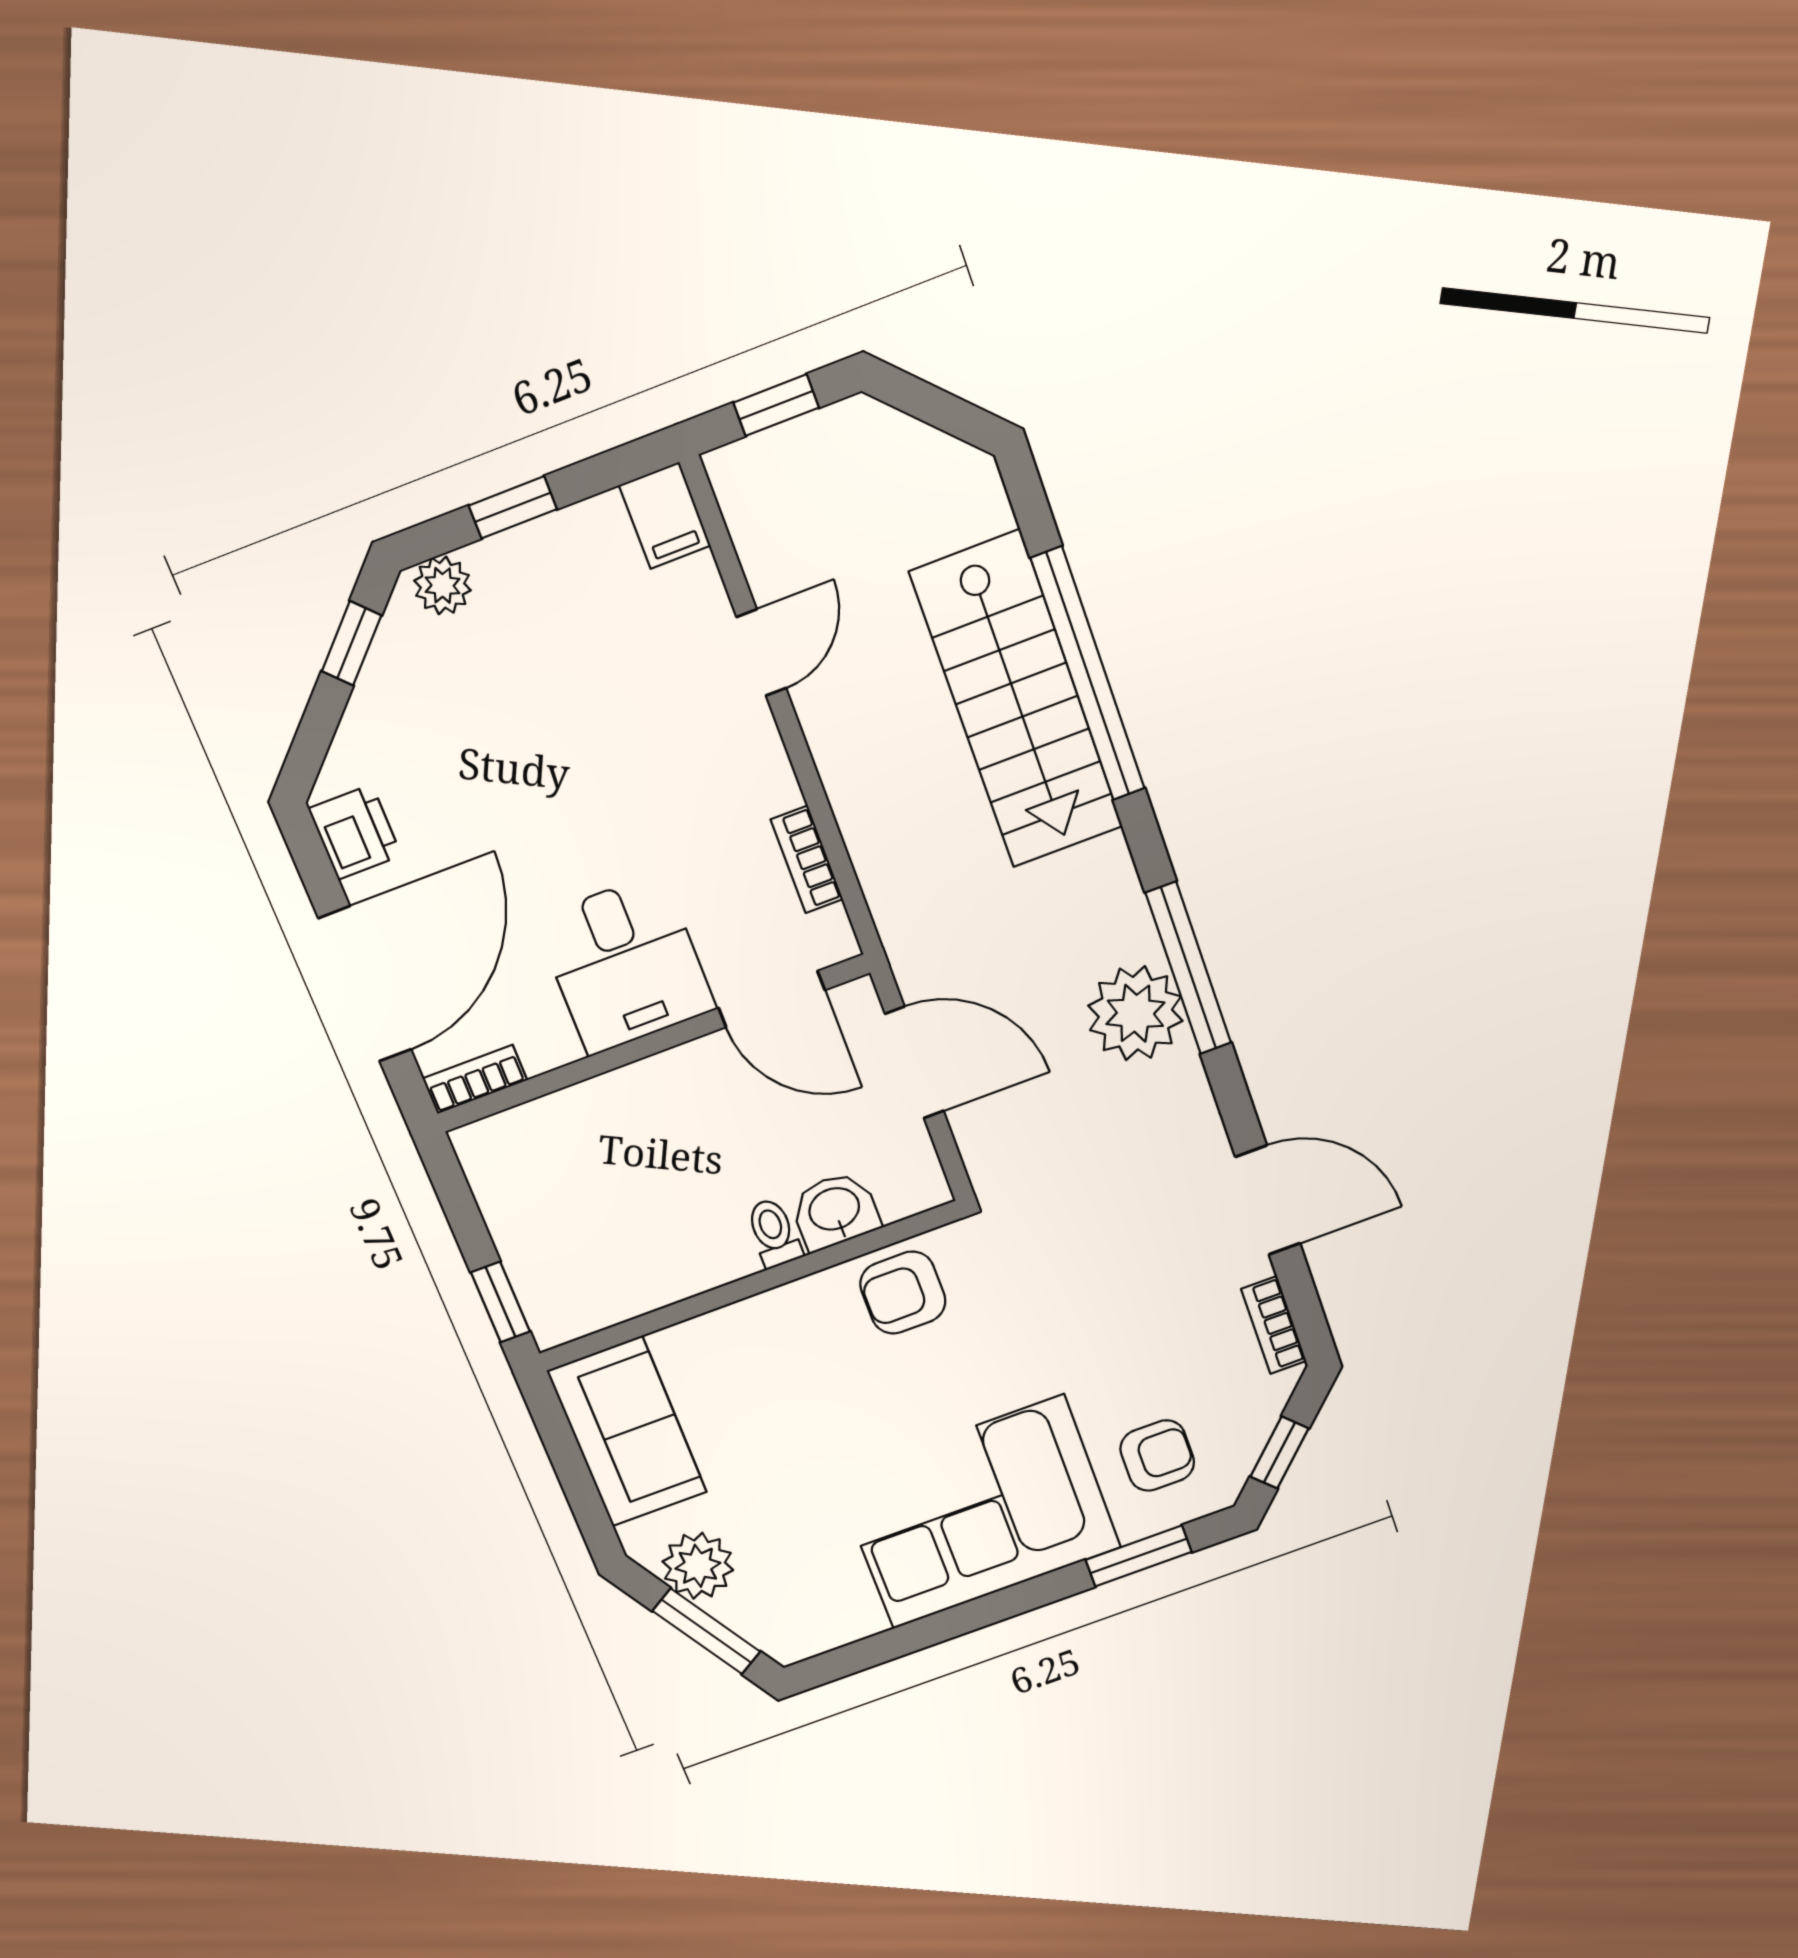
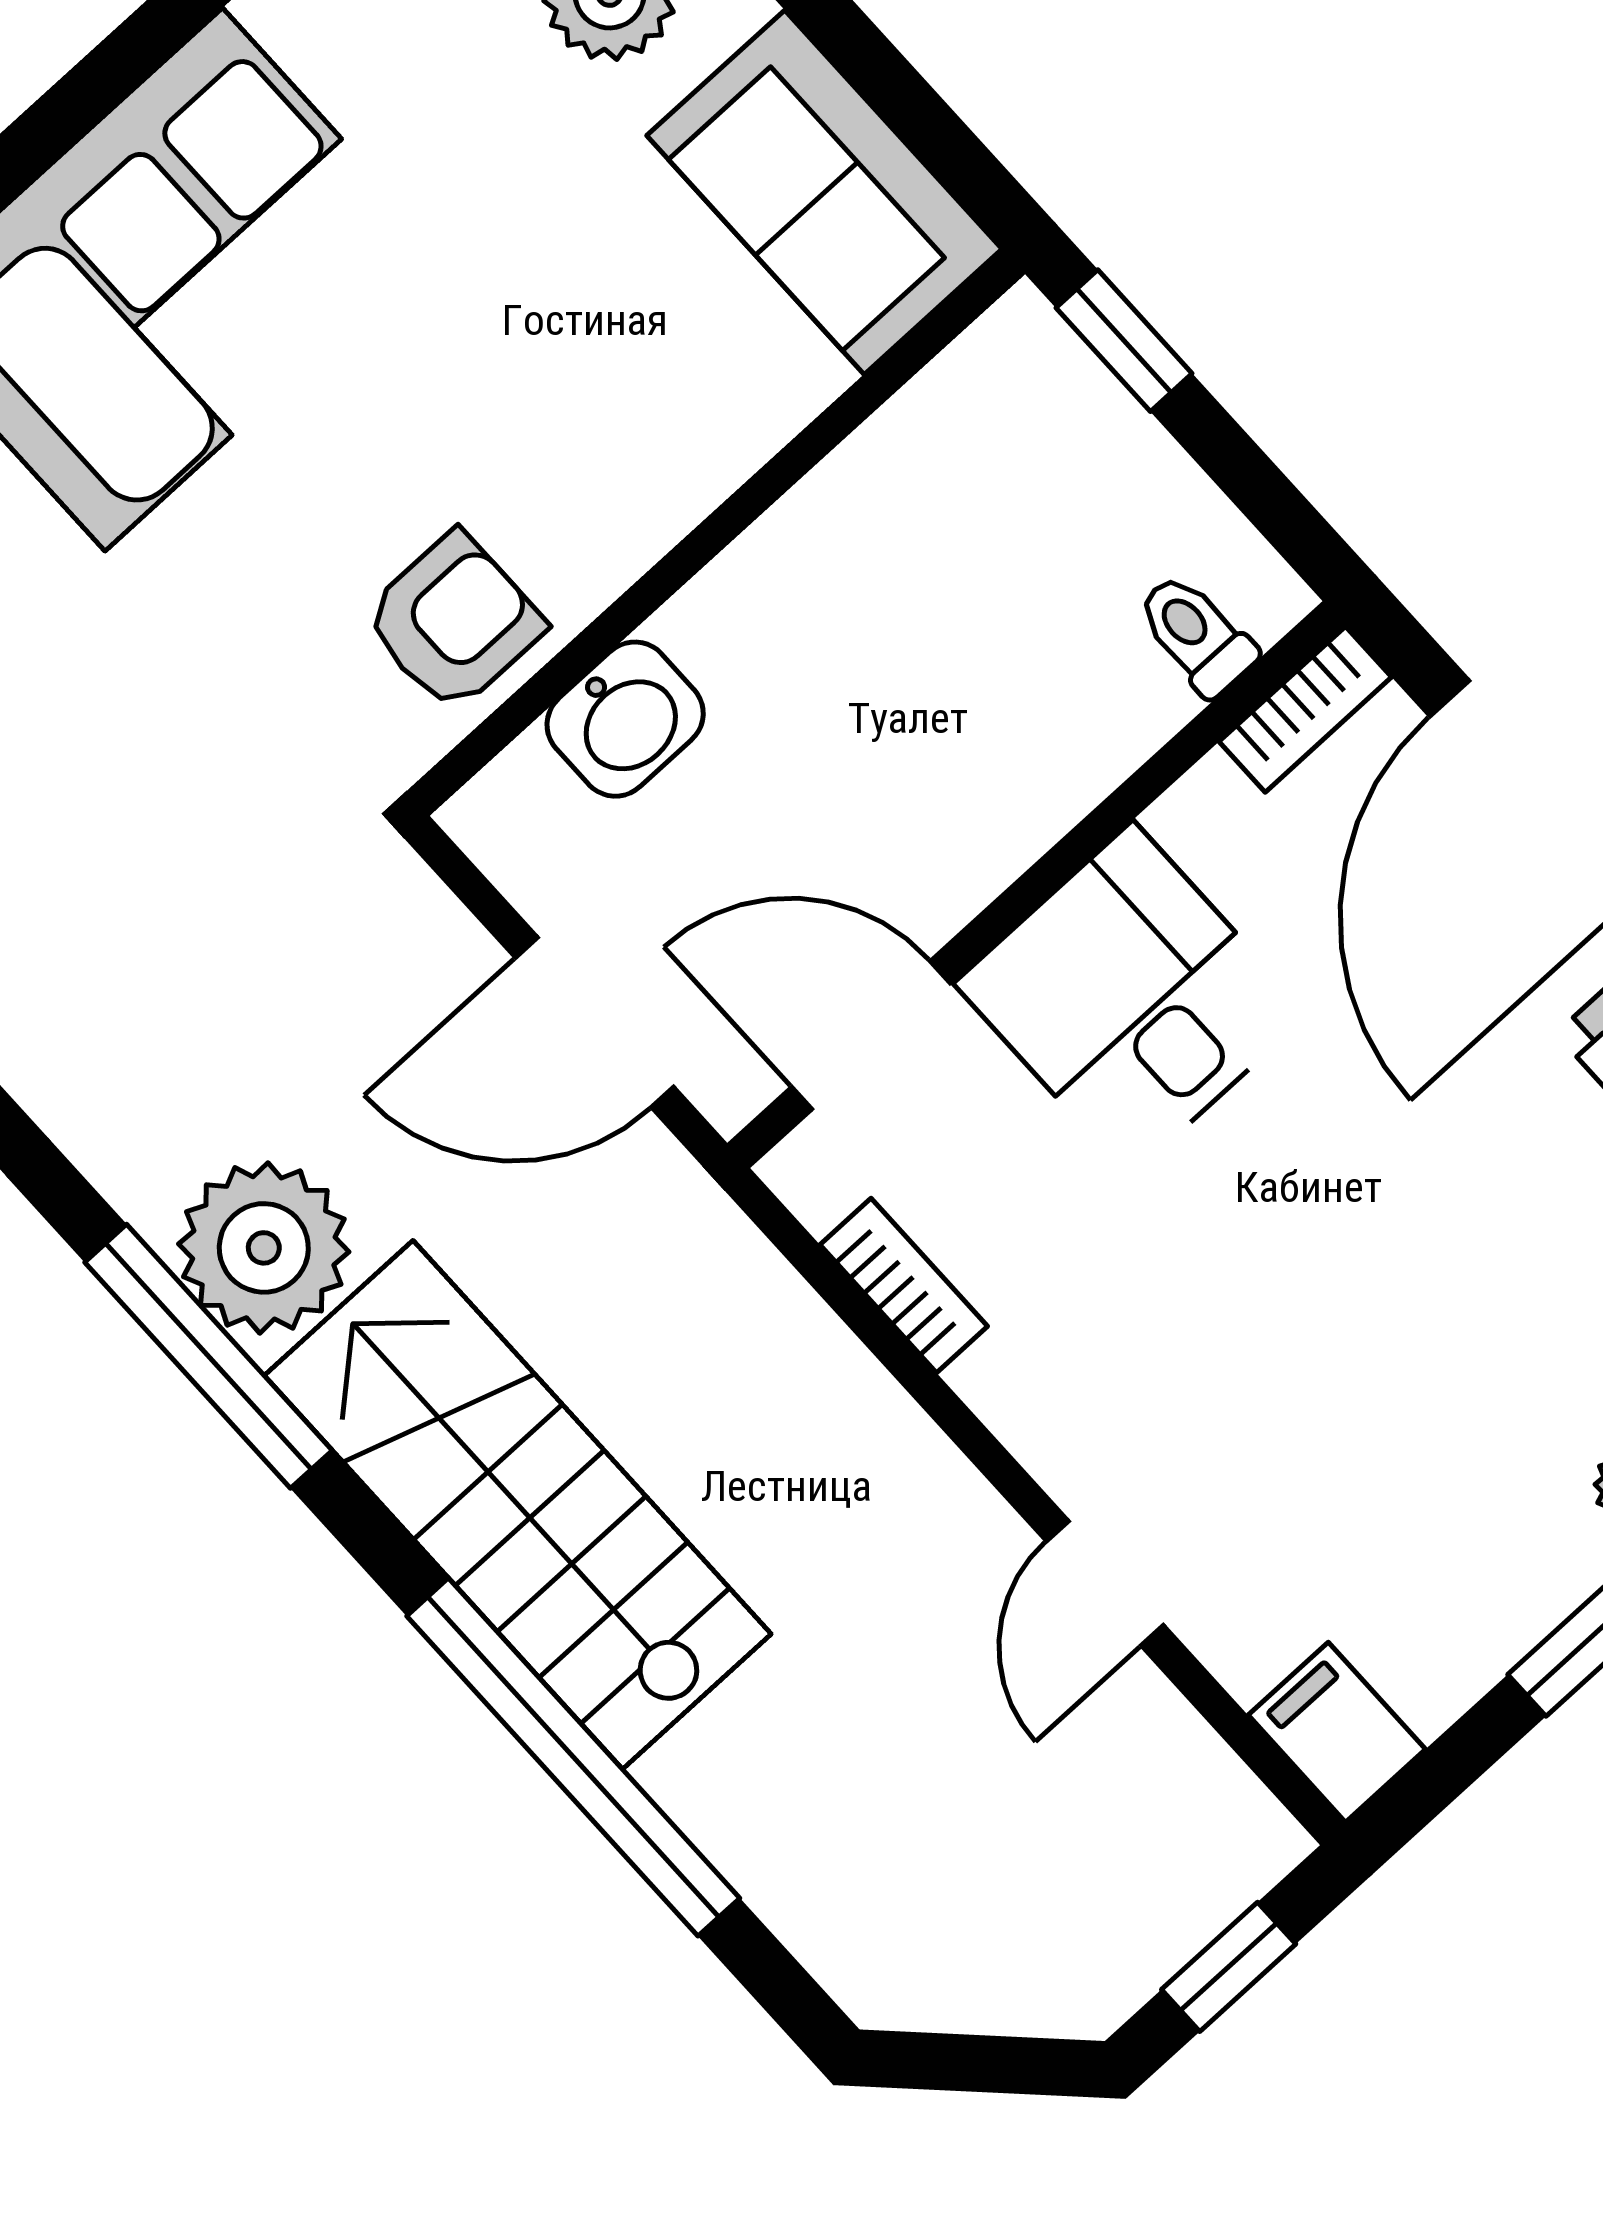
stairs: (1017, 700) -> (518, 1505), moved
toilet: (774, 1233) -> (1196, 634), moved, turned 180

